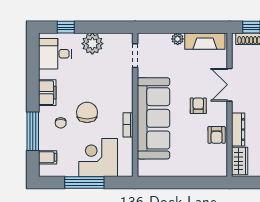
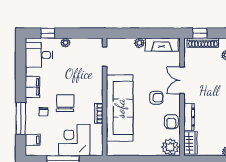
plant: (92, 44) -> (65, 43), width x0.53, depth x0.53
armchair: (198, 106) -> (156, 98), turned 90
plant: (215, 166) -> (170, 147), added

